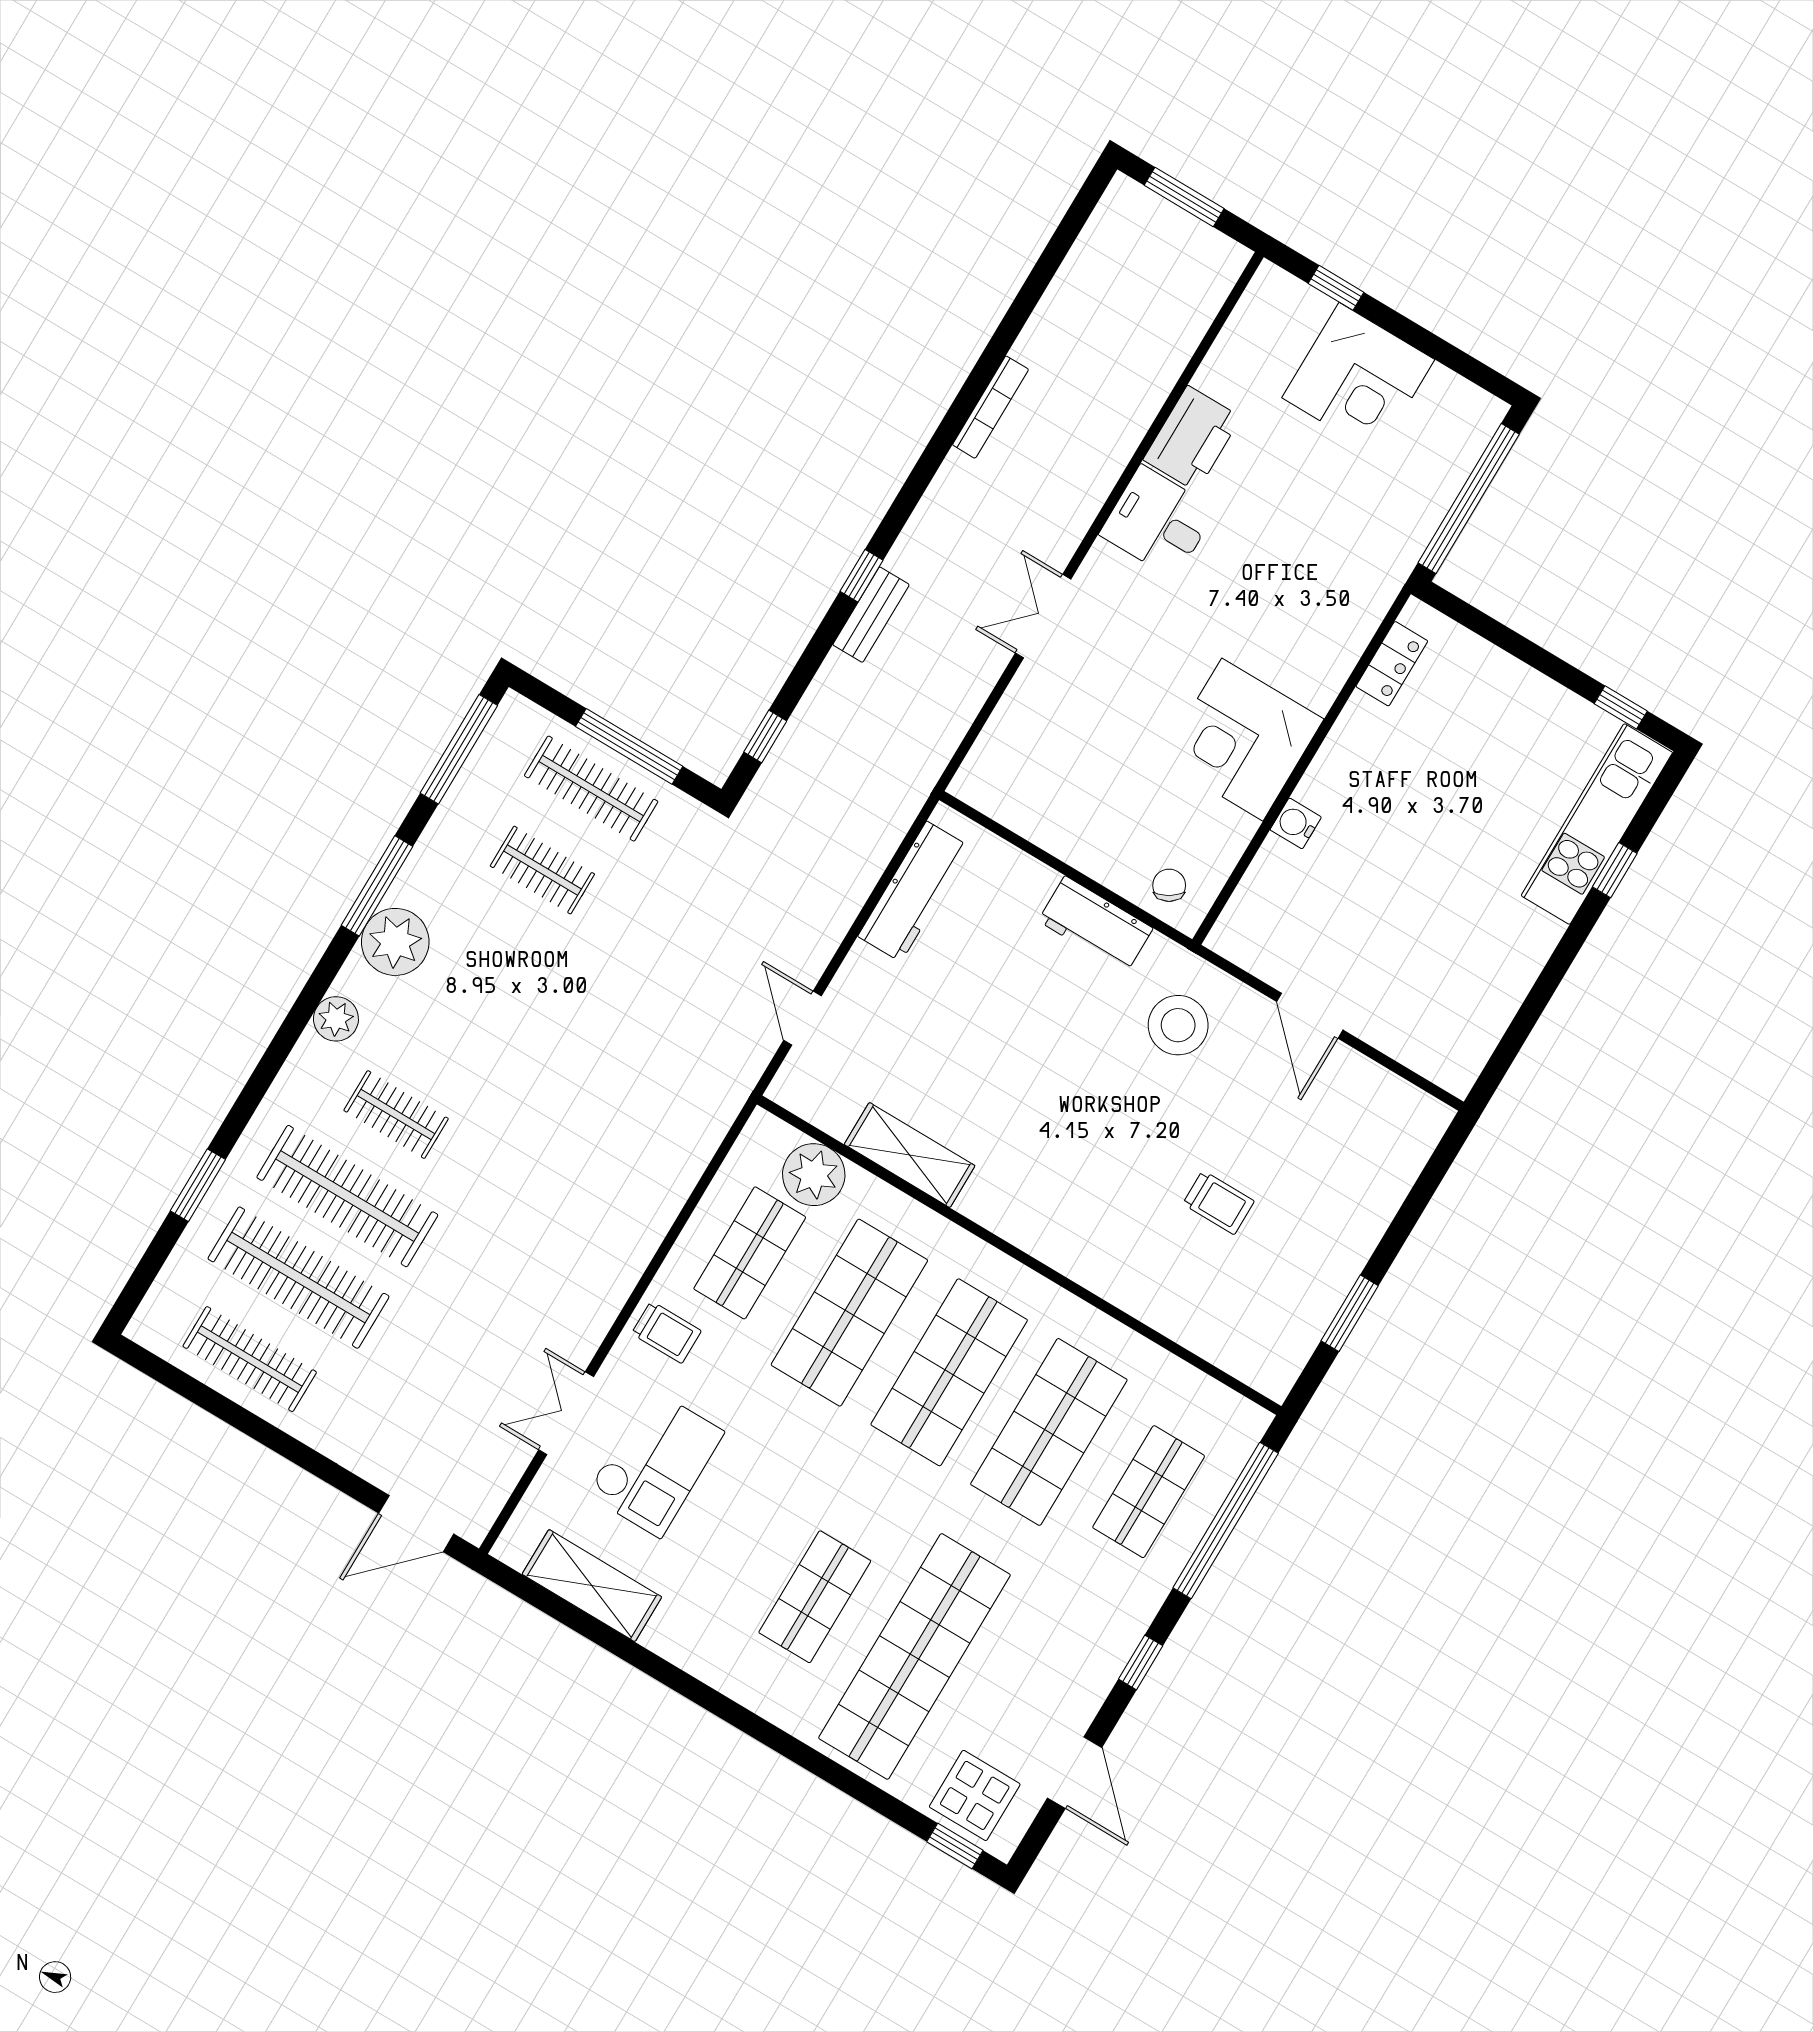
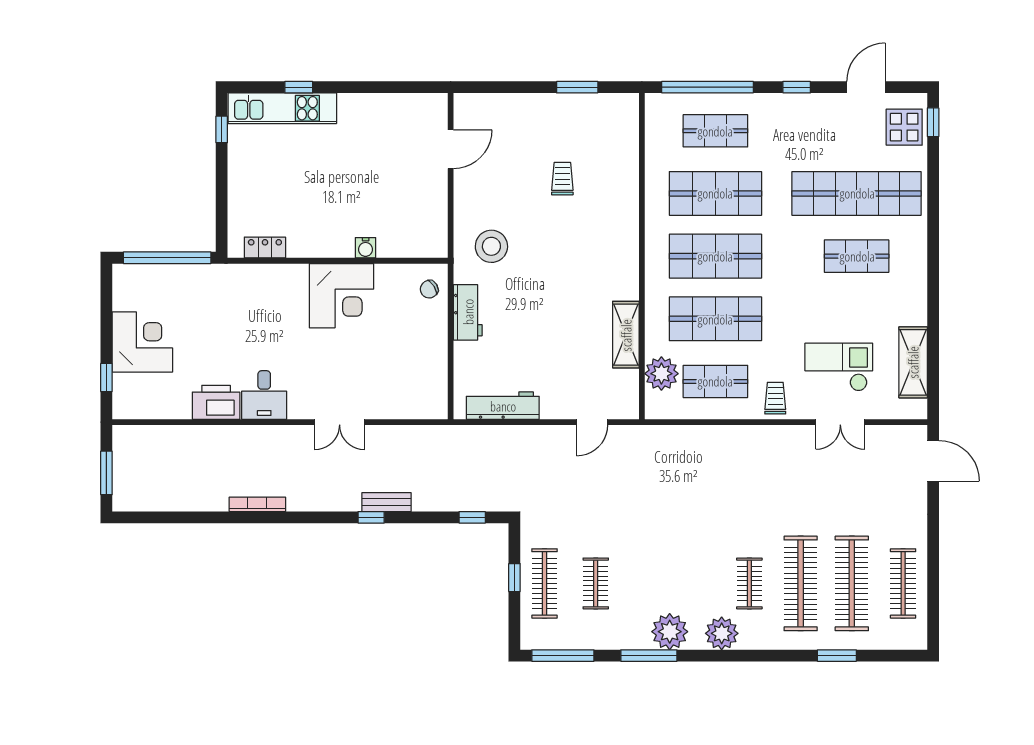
window: (629, 746) -> (514, 578), width x0.46
door: (1310, 1016) -> (451, 149), moved
plant: (336, 1019) -> (722, 633), width x1.36, depth x1.36

